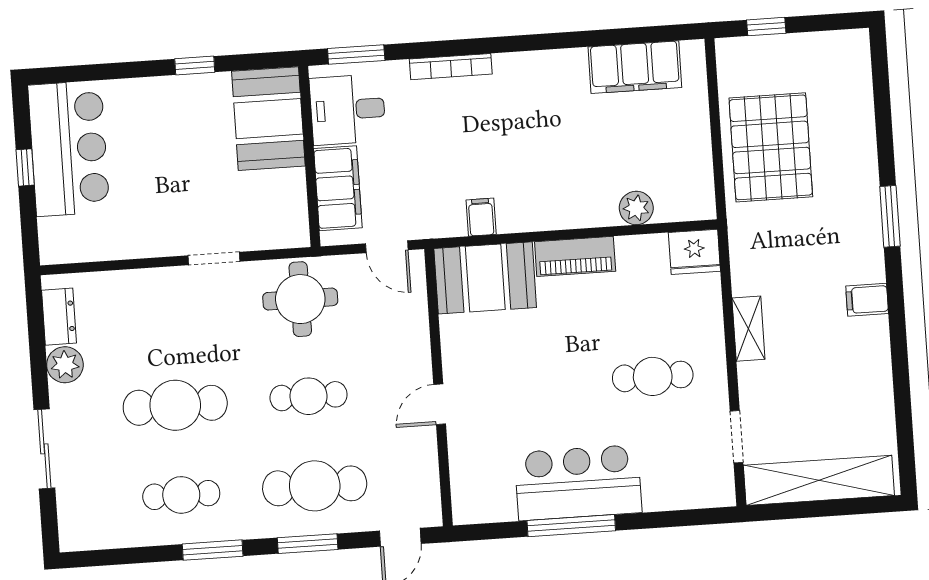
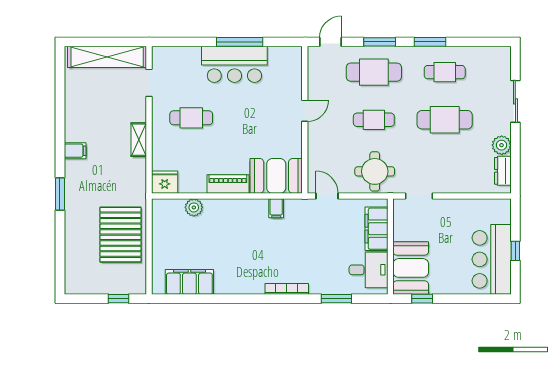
desk: (348, 110) -> (369, 270), moved
booth: (268, 119) -> (411, 268), moved
wall: (309, 156) -> (390, 246), moved
filing cabinet: (338, 188) -> (377, 229), moved

